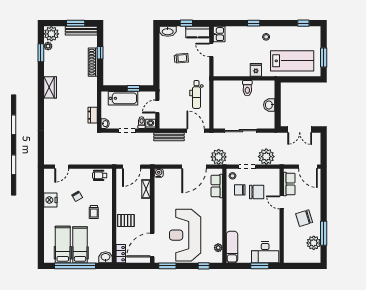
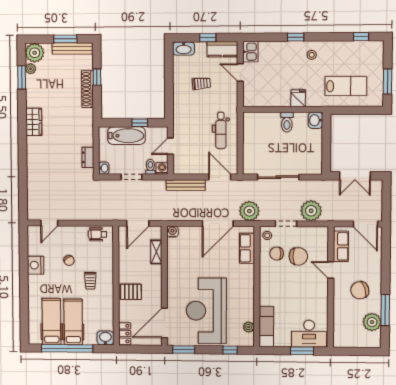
lab bench: (292, 61) -> (346, 86), width x0.73, depth x0.72
washbasin: (269, 105) -> (315, 120), moved

